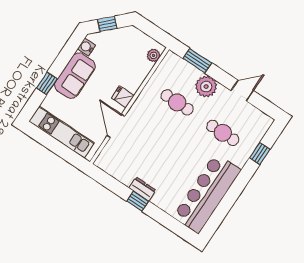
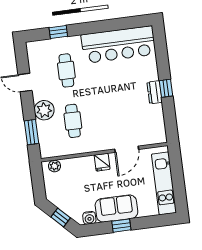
window: (47, 83) -> (121, 226), moved

